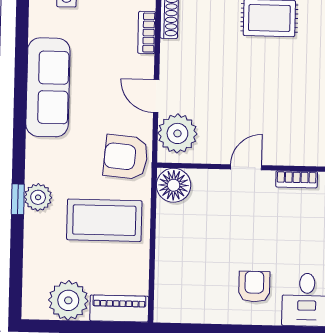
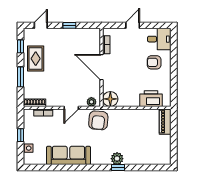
plant: (177, 133) -> (91, 102), width x0.53, depth x0.53
door: (246, 167) -> (102, 67), width x1.88
coffee table: (104, 220) -> (126, 129), removed
printer: (172, 278) -> (151, 99), added
plant: (68, 300) -> (162, 144), removed

